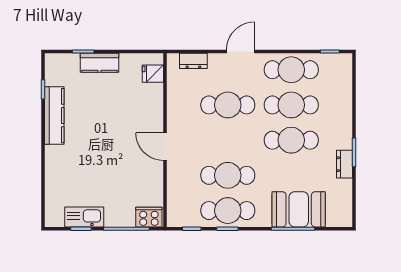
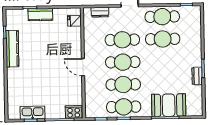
cafe table: (291, 140) -> (123, 62), moved

